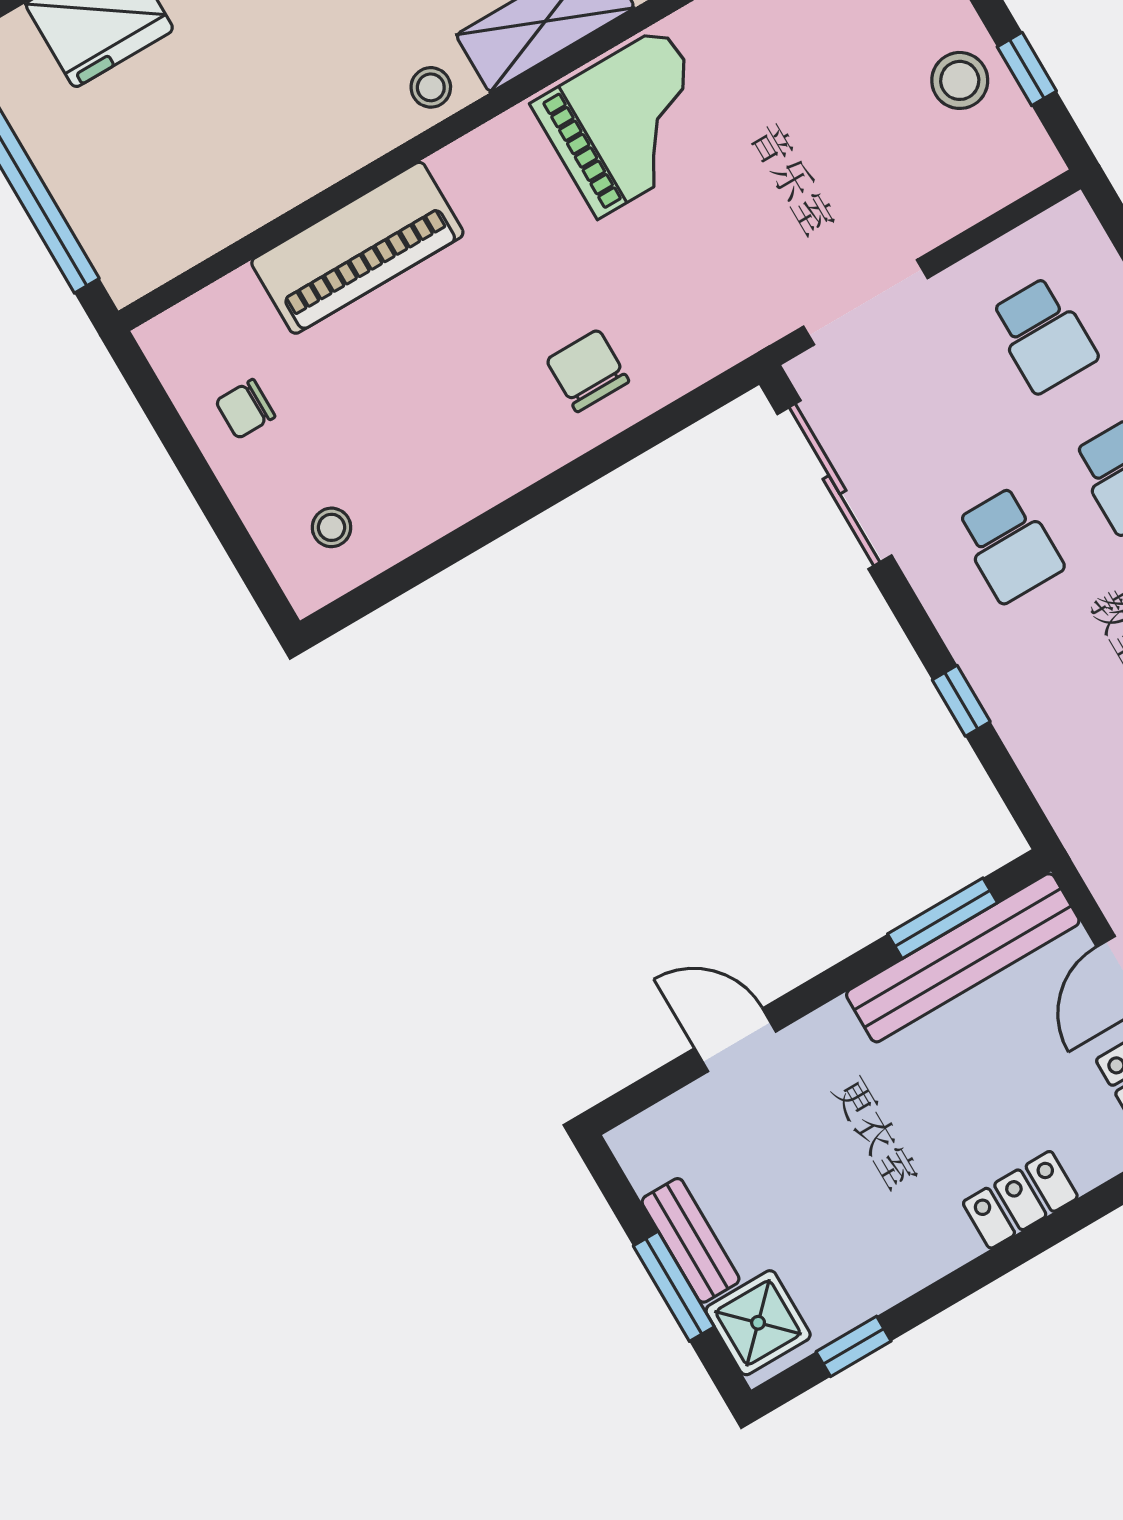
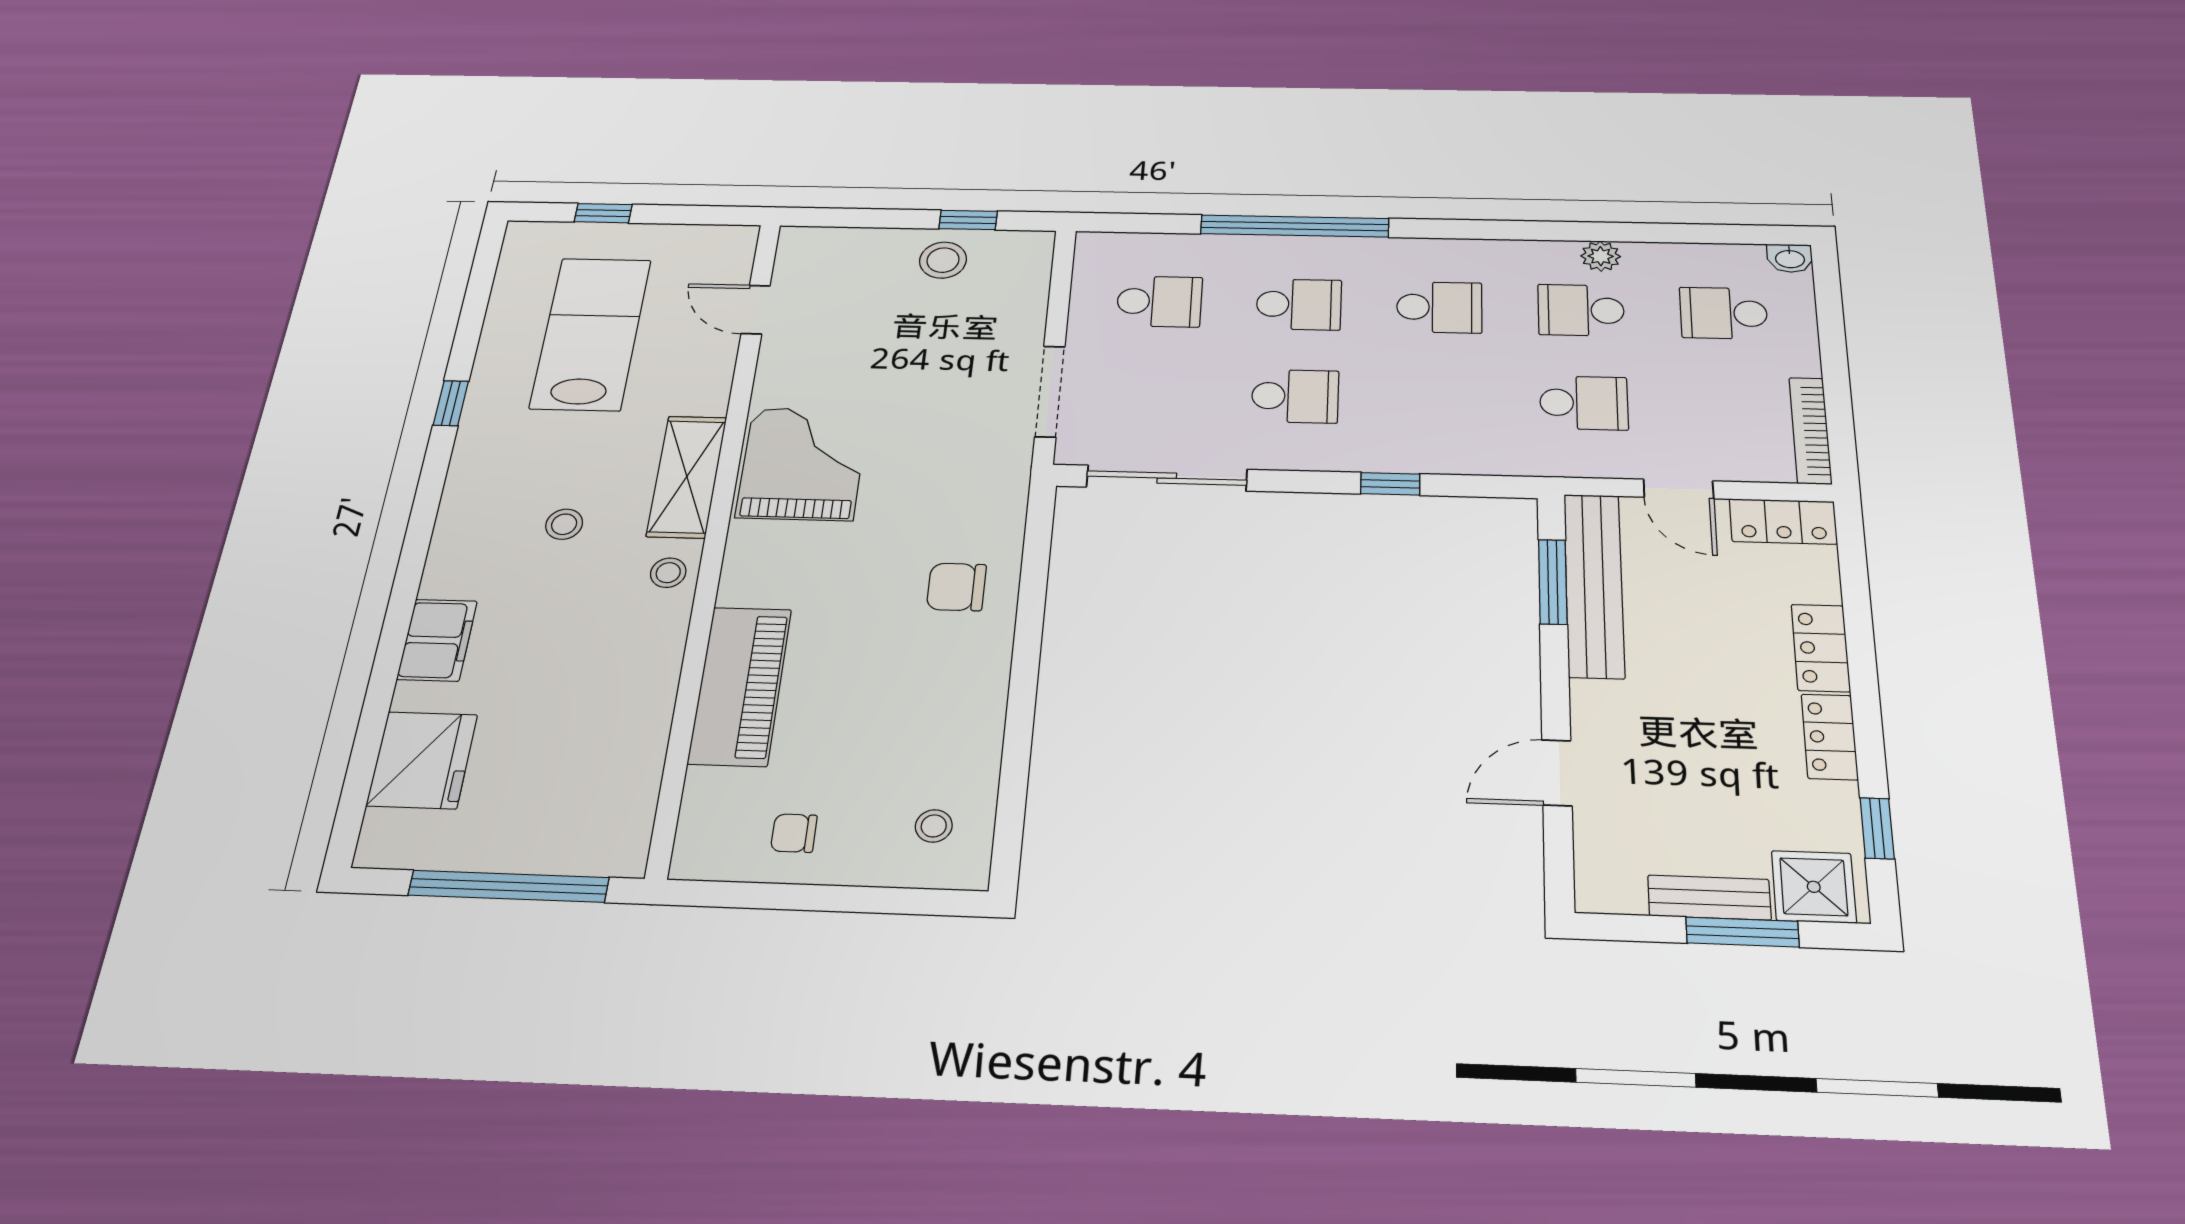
chair: (245, 409) -> (794, 833), turned 90
locker: (926, 1257) -> (1830, 737), added

